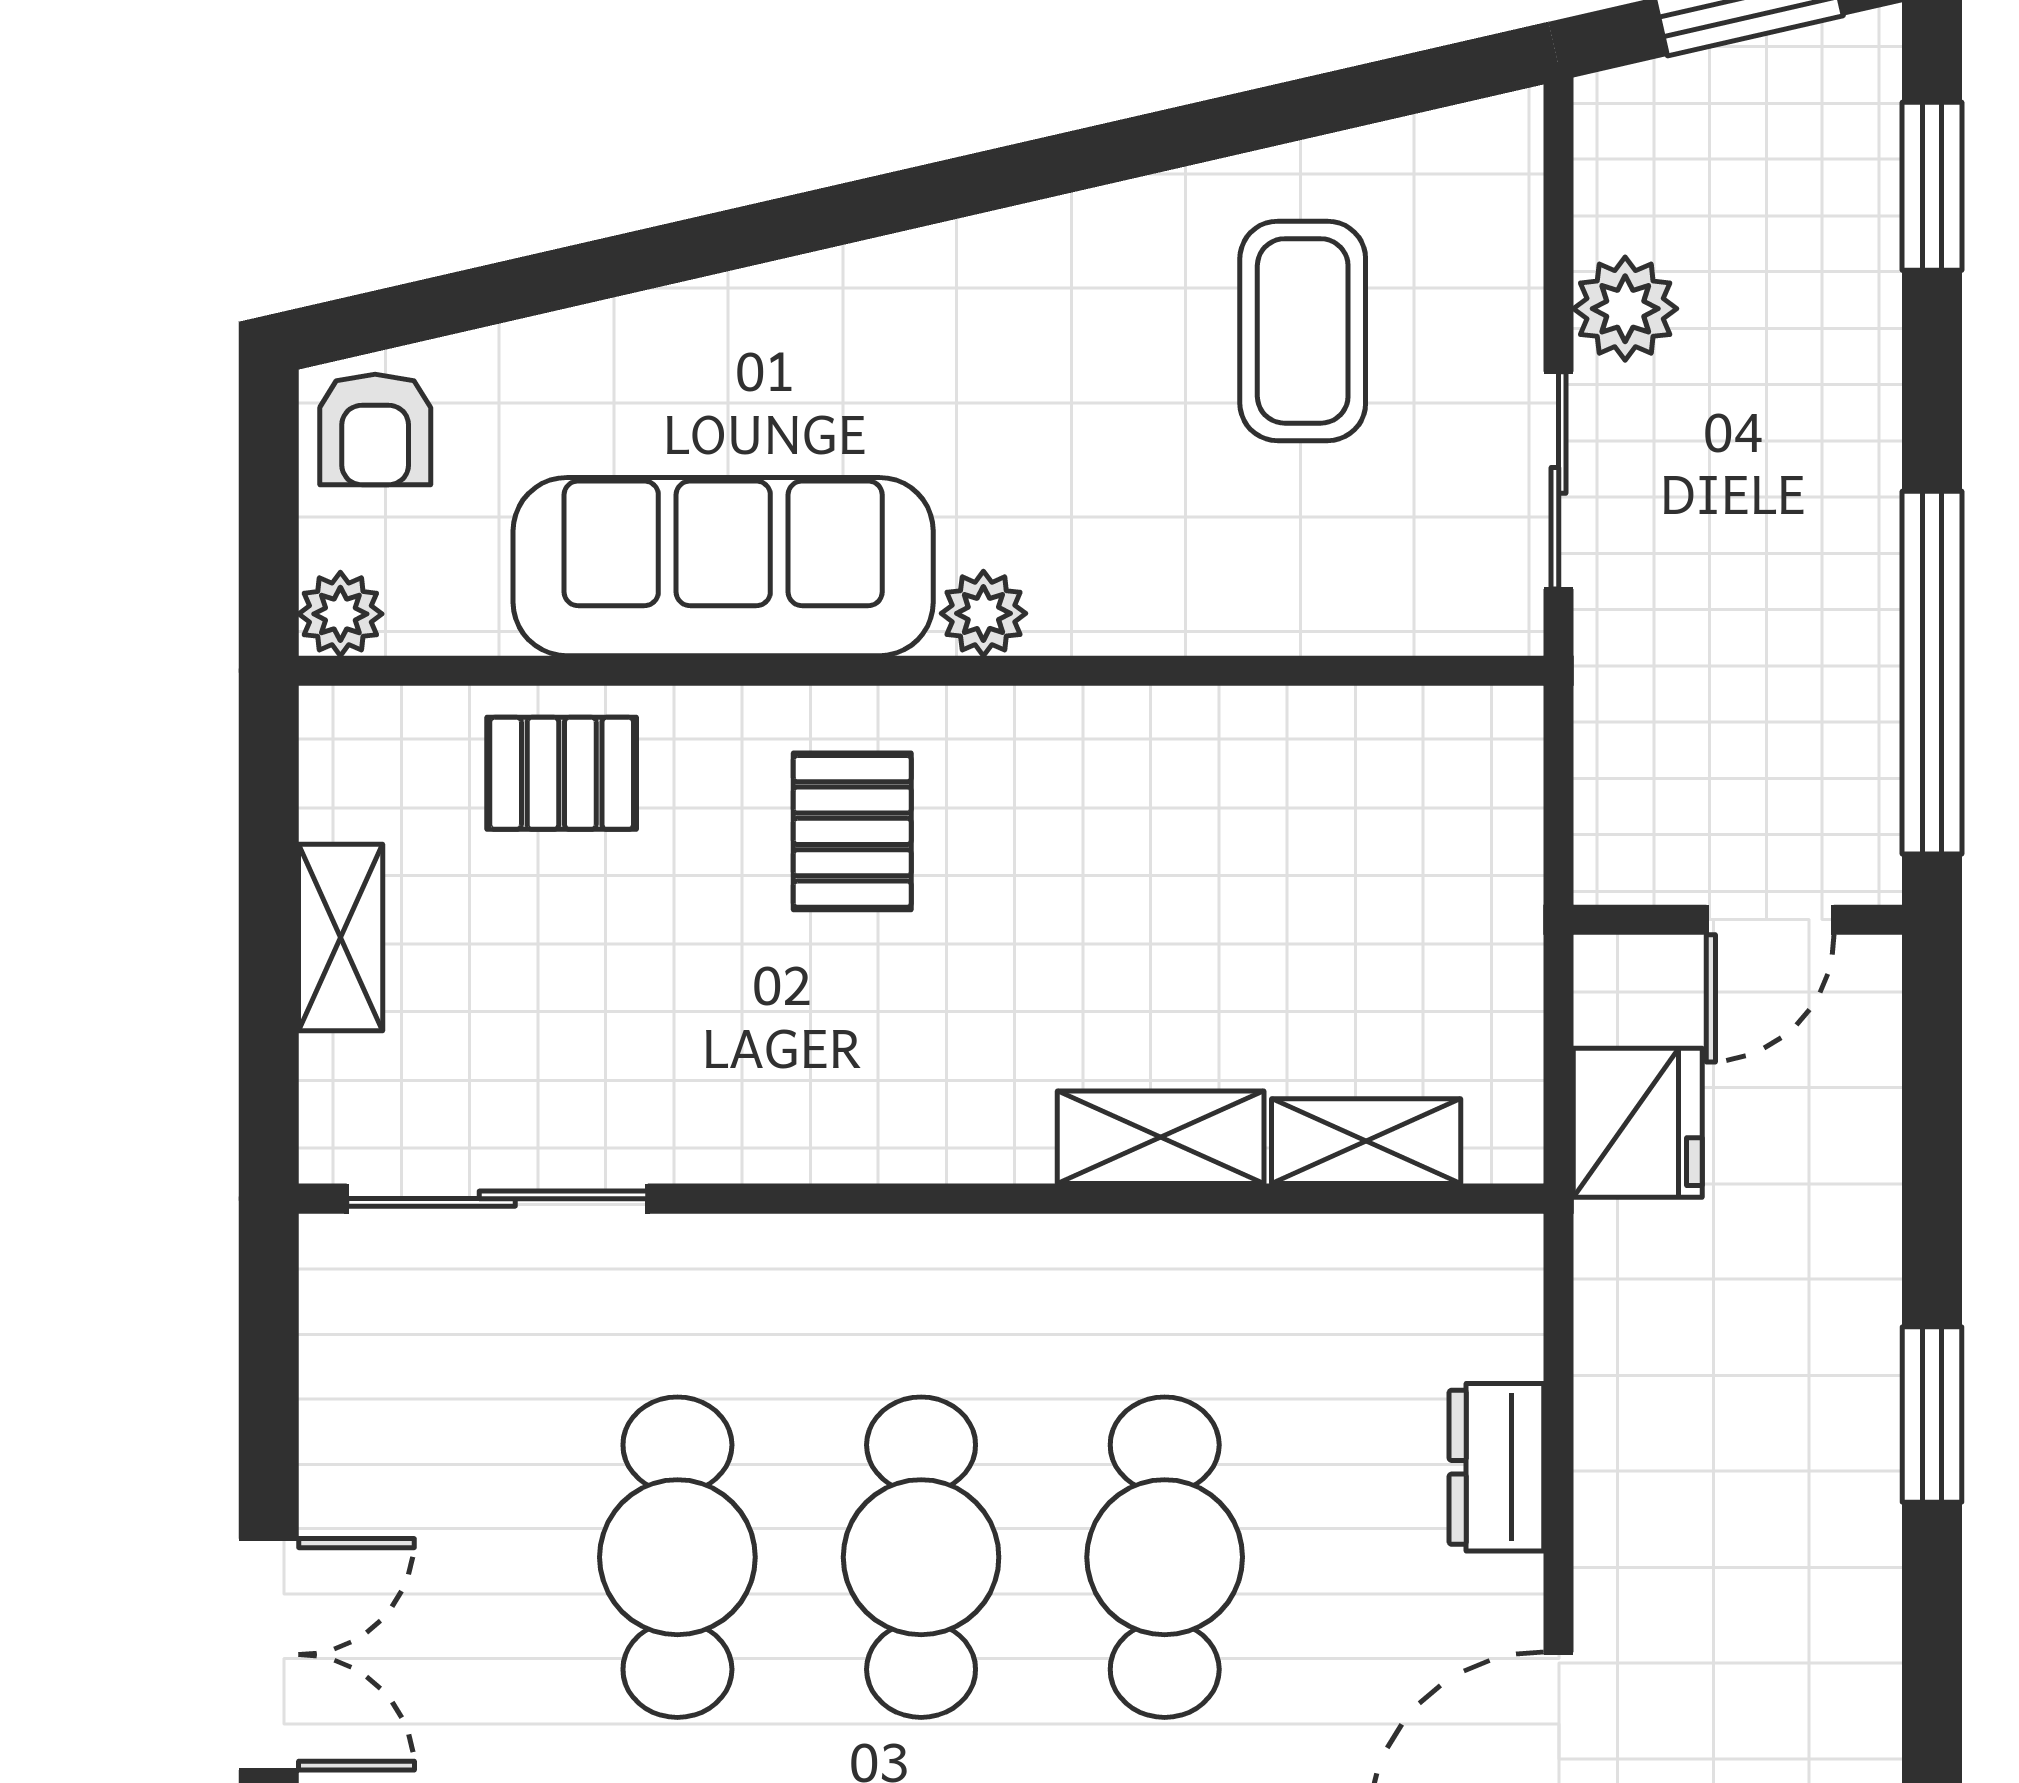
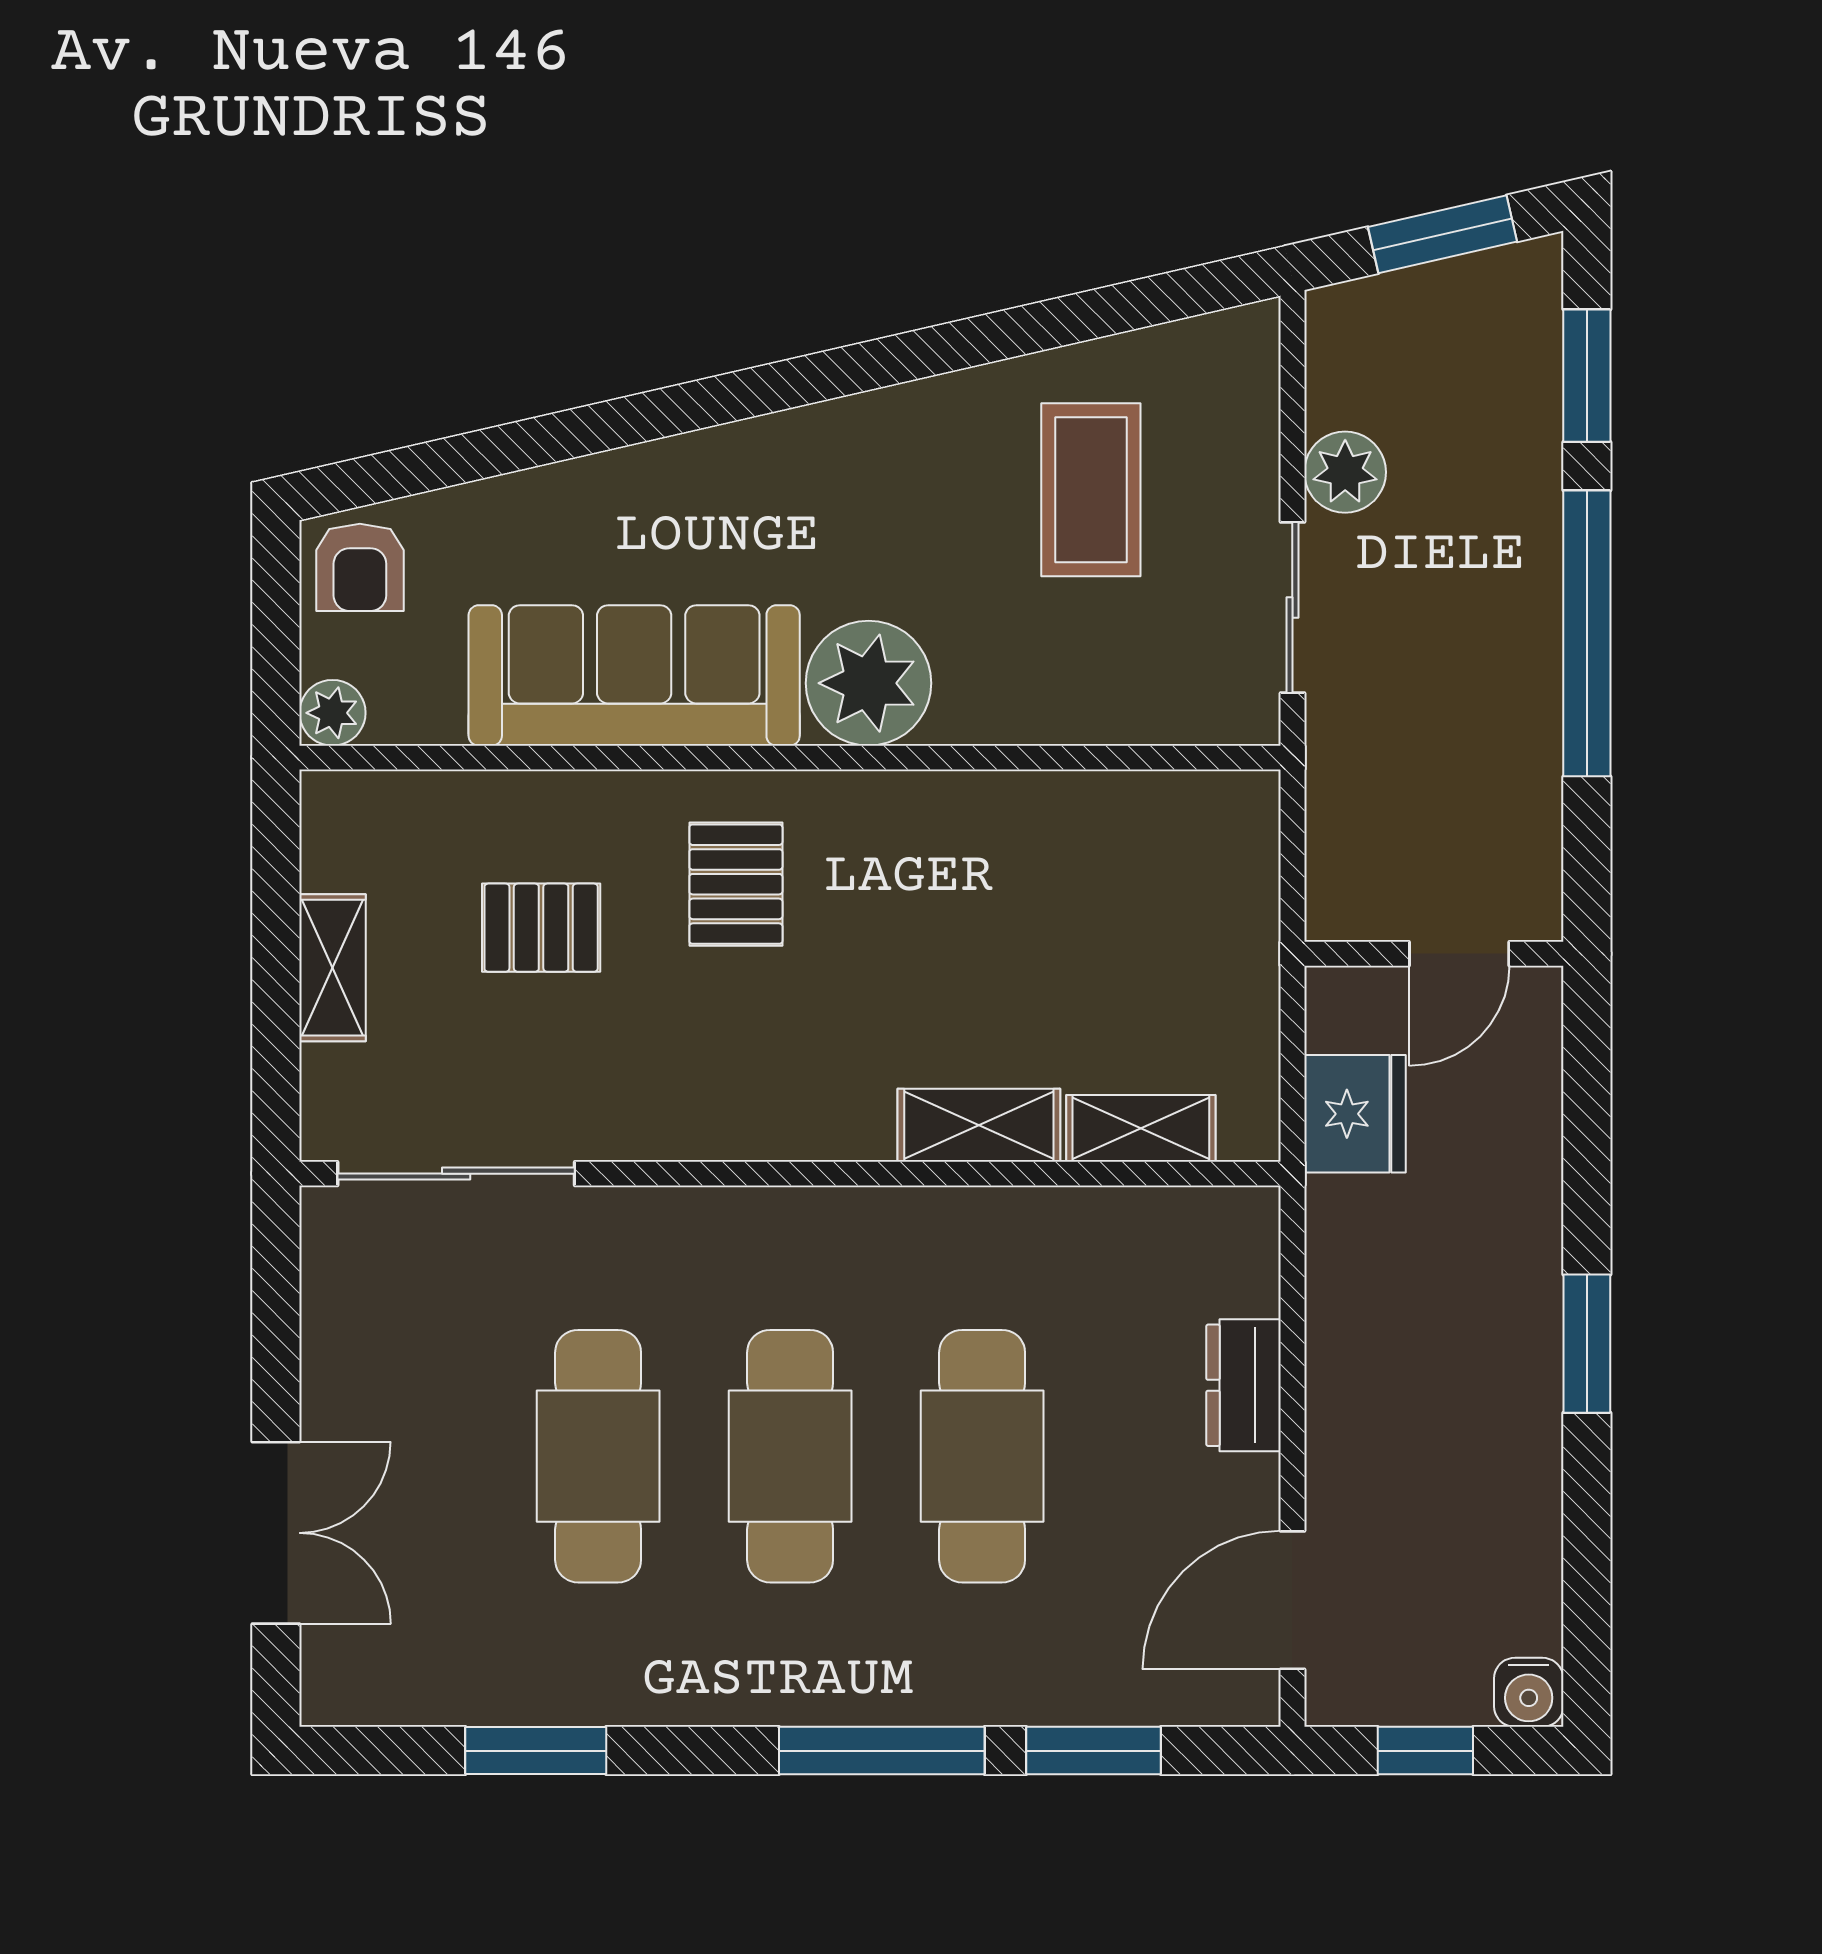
plant: (983, 613) -> (869, 683), width x1.87, depth x1.87
window: (1932, 673) -> (1587, 633), moved
pallet: (562, 773) -> (541, 928), moved

